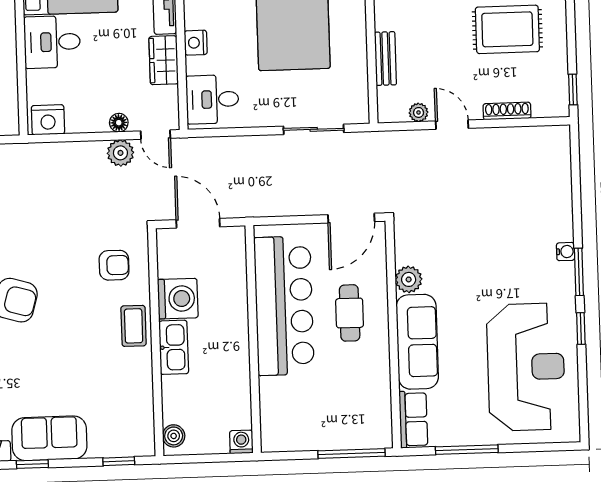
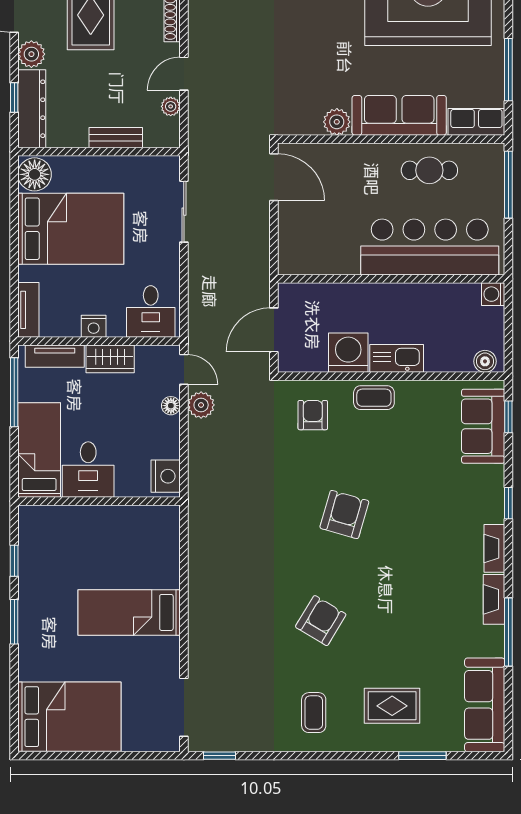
door: (156, 135) -> (184, 369), hinge flipped
bar counter: (284, 306) -> (430, 247), moved
cafe table: (350, 313) -> (429, 170), moved
sofa: (49, 438) -> (483, 426), moved

